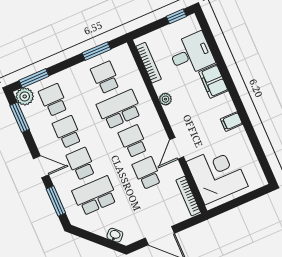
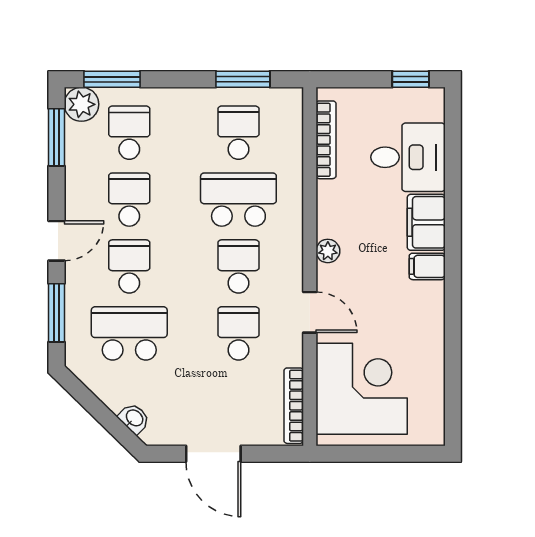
plant: (165, 99) -> (328, 251), moved
filing cabinet: (231, 122) -> (427, 266), moved
door: (177, 148) -> (310, 312), swing flipped
door: (41, 167) -> (56, 241), hinge flipped

